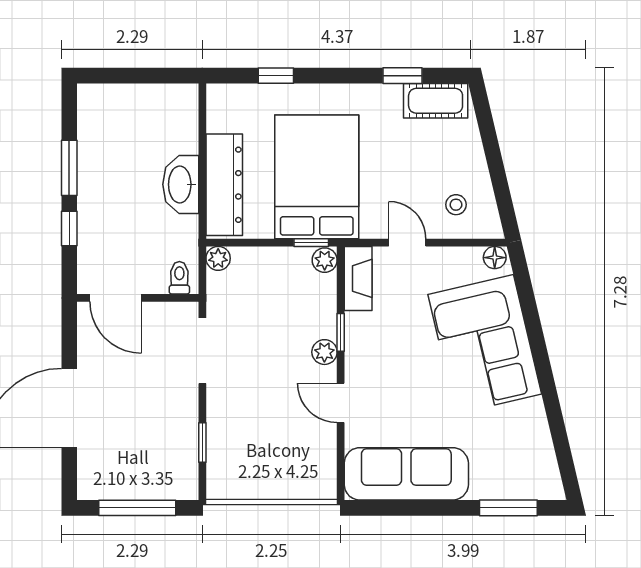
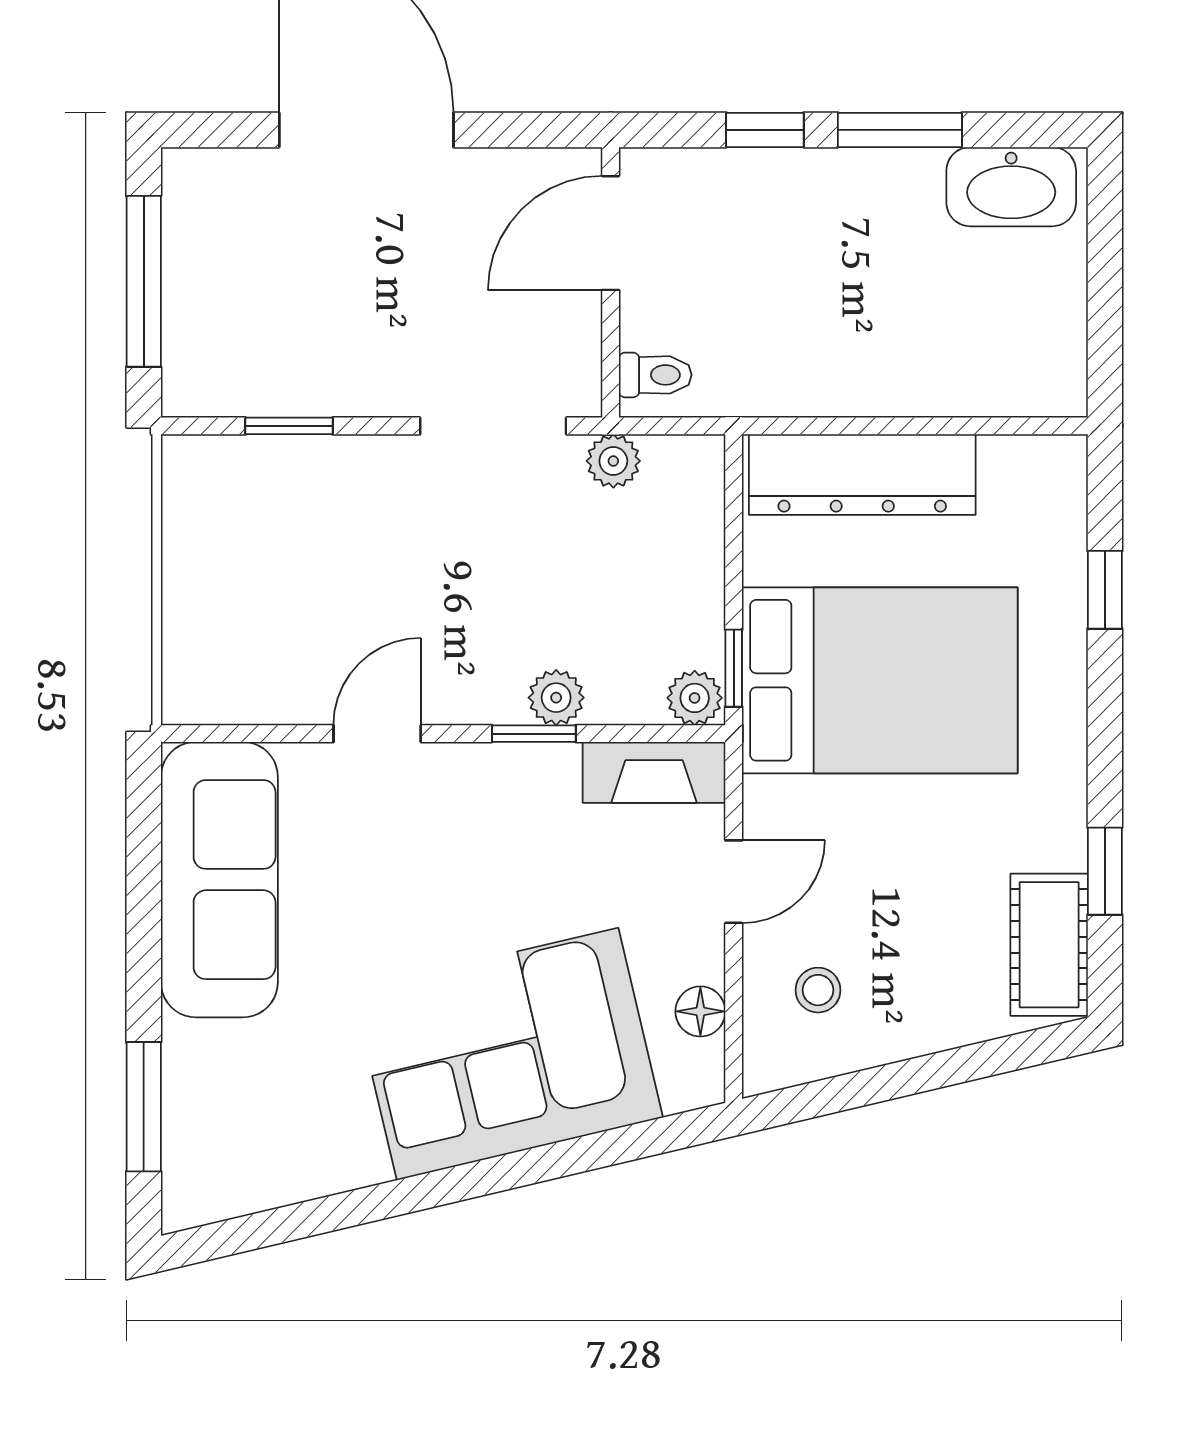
washbasin: (181, 184) -> (1011, 187), moved, turned 180
plant: (218, 258) -> (613, 461), moved
floor lamp: (495, 258) -> (700, 1011), moved
plant: (324, 352) -> (556, 698), moved

